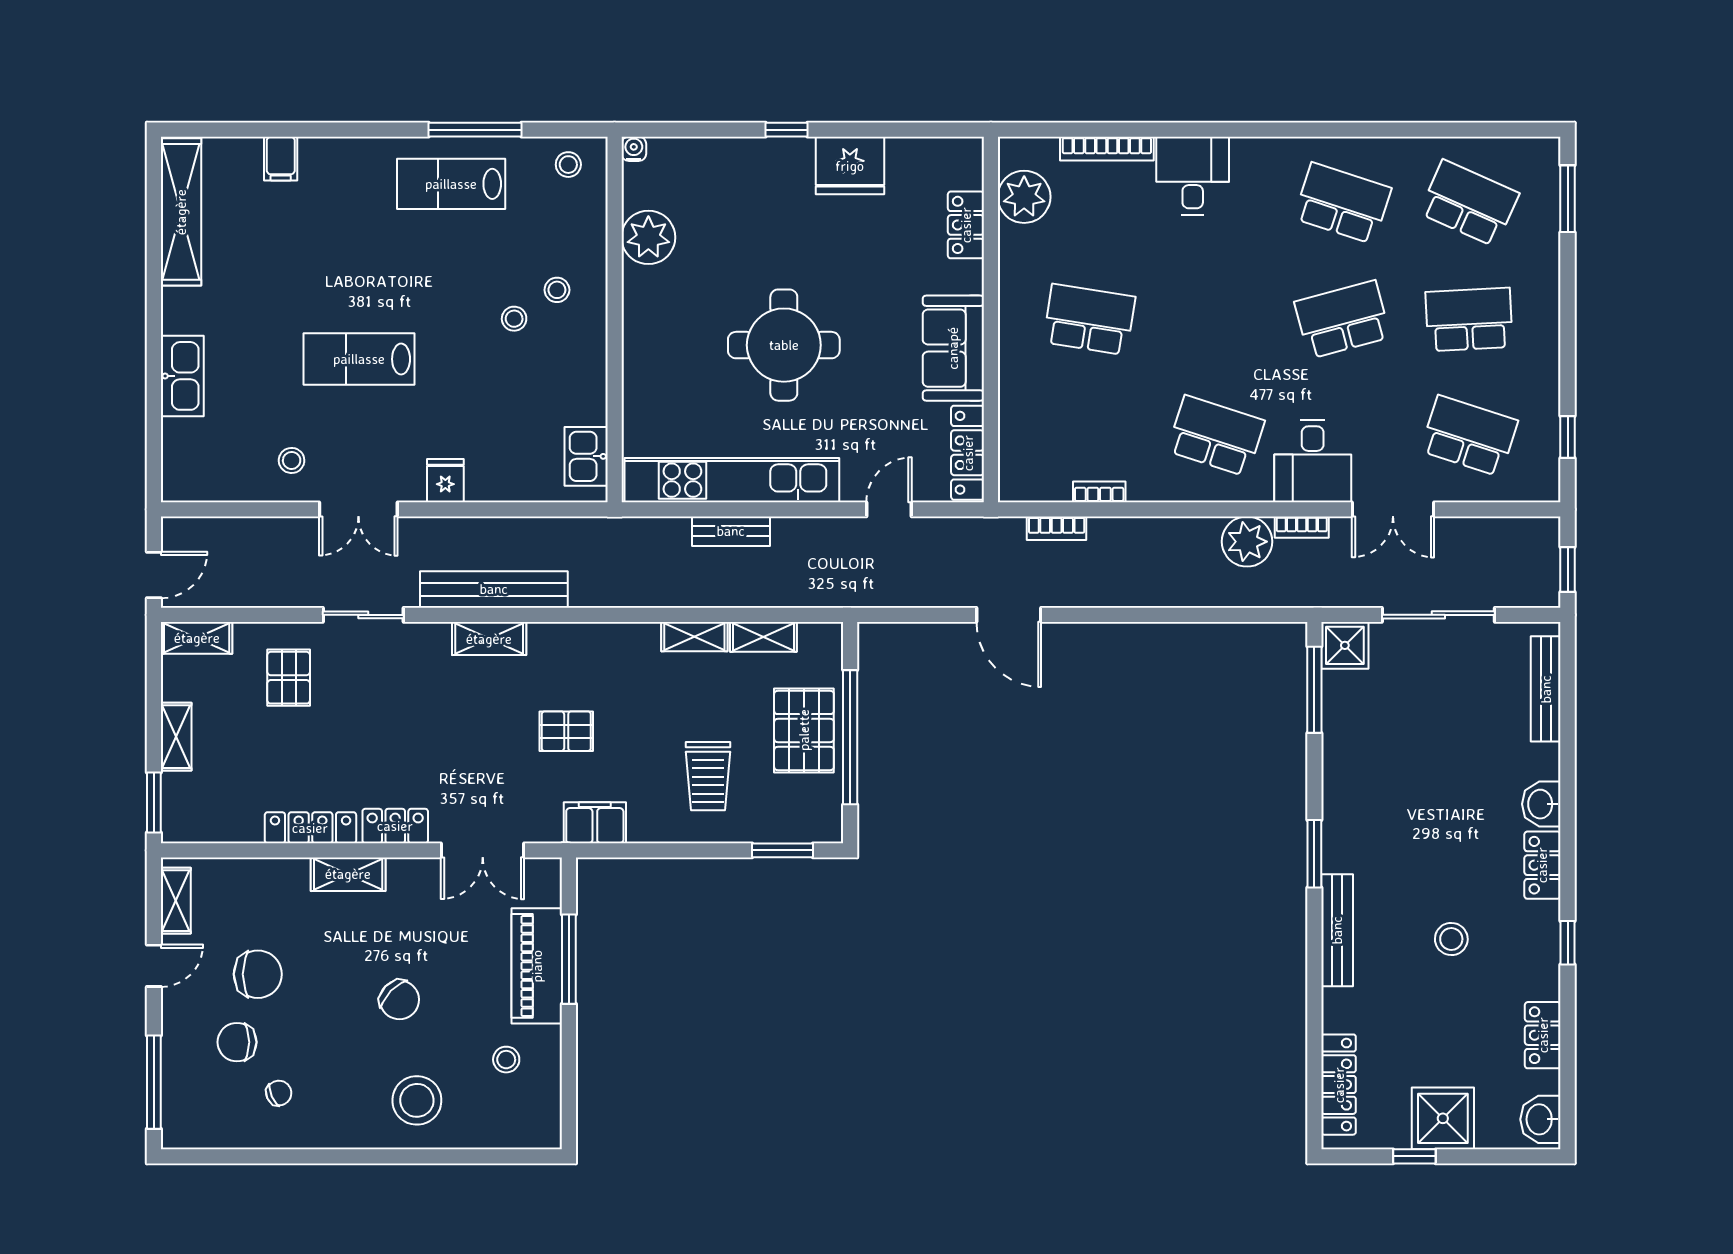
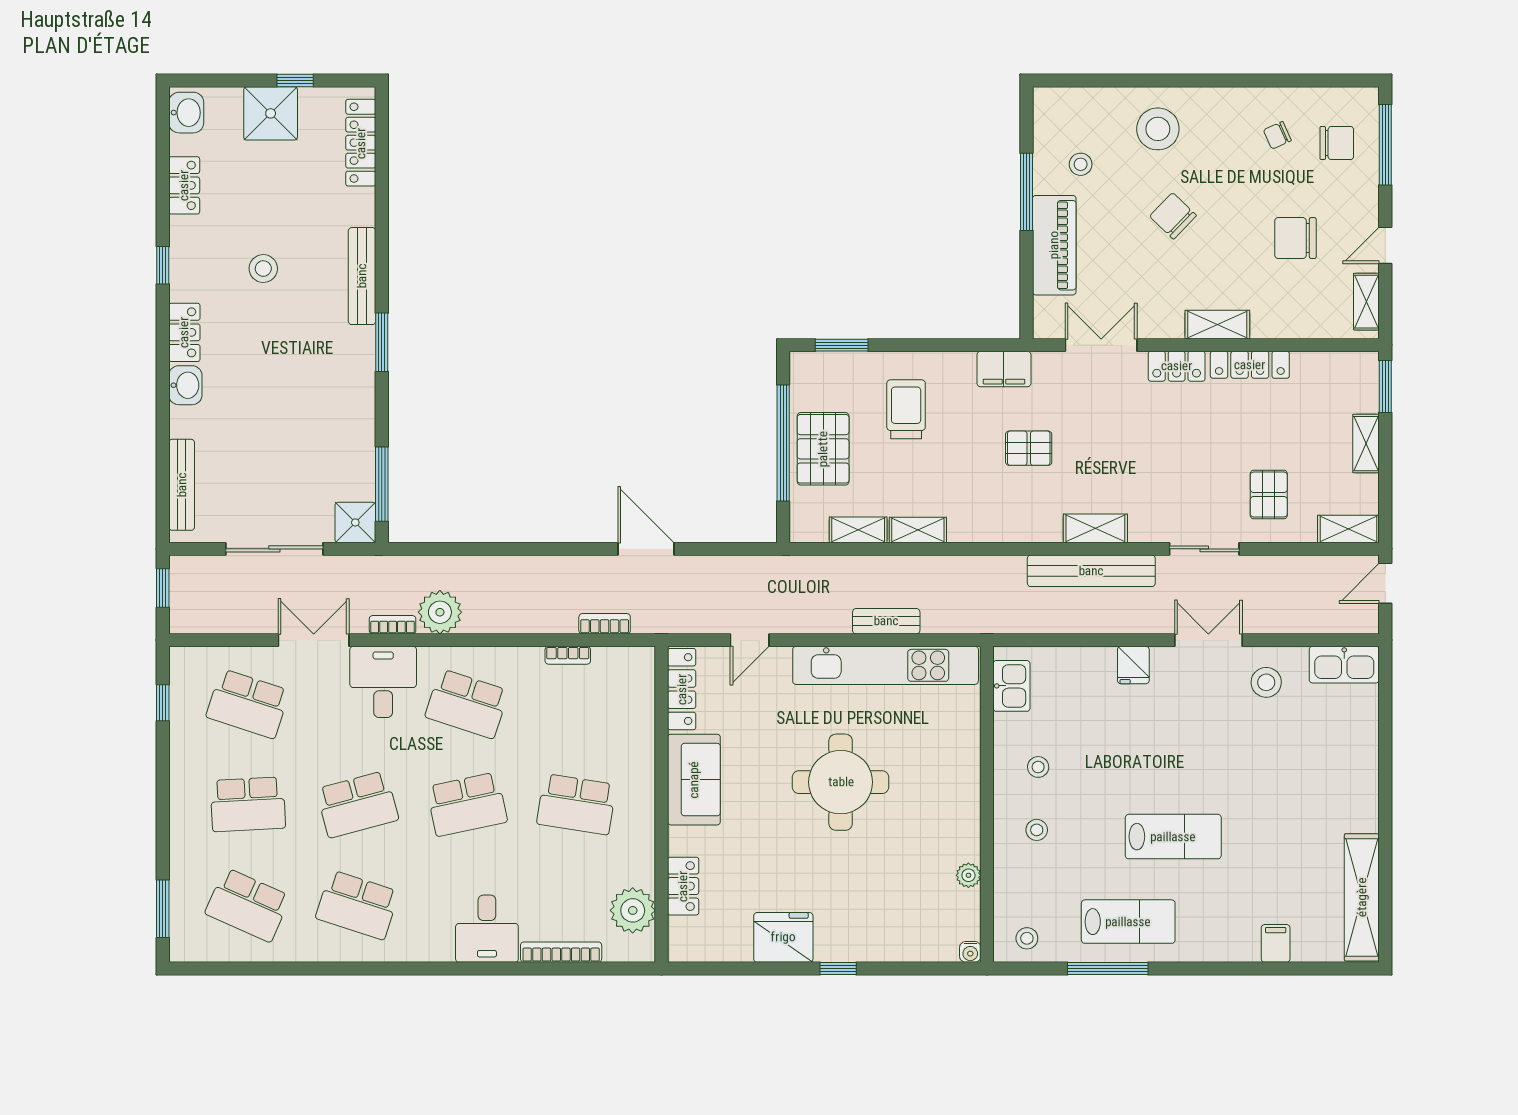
plant: (648, 237) -> (968, 875), width x0.53, depth x0.53
stool: (514, 319) -> (1038, 767), moved
school desk: (1216, 319) -> (467, 804), added
lab bench: (359, 359) -> (1173, 837), moved
kitchen sink: (182, 376) -> (1344, 665), moved, turned -90
stool: (292, 460) -> (1266, 682), width x1.37, depth x1.37
window: (569, 959) -> (1026, 192), moved
chair: (237, 1042) -> (1337, 143), moved

